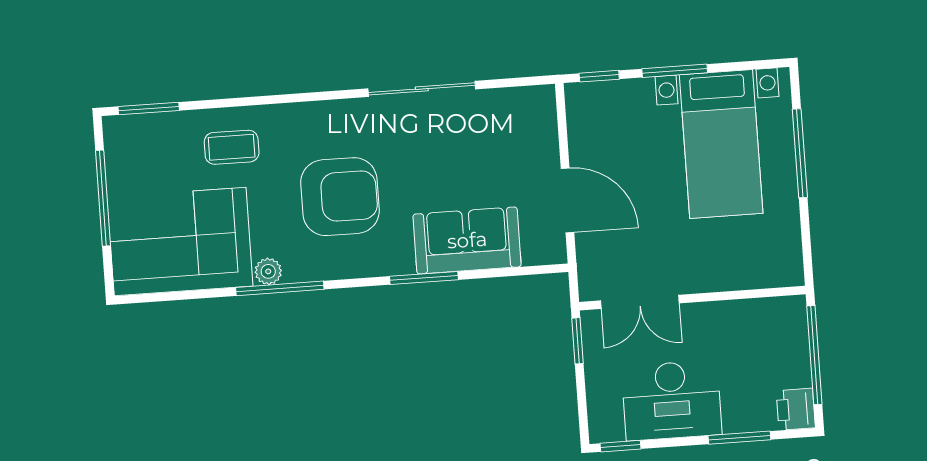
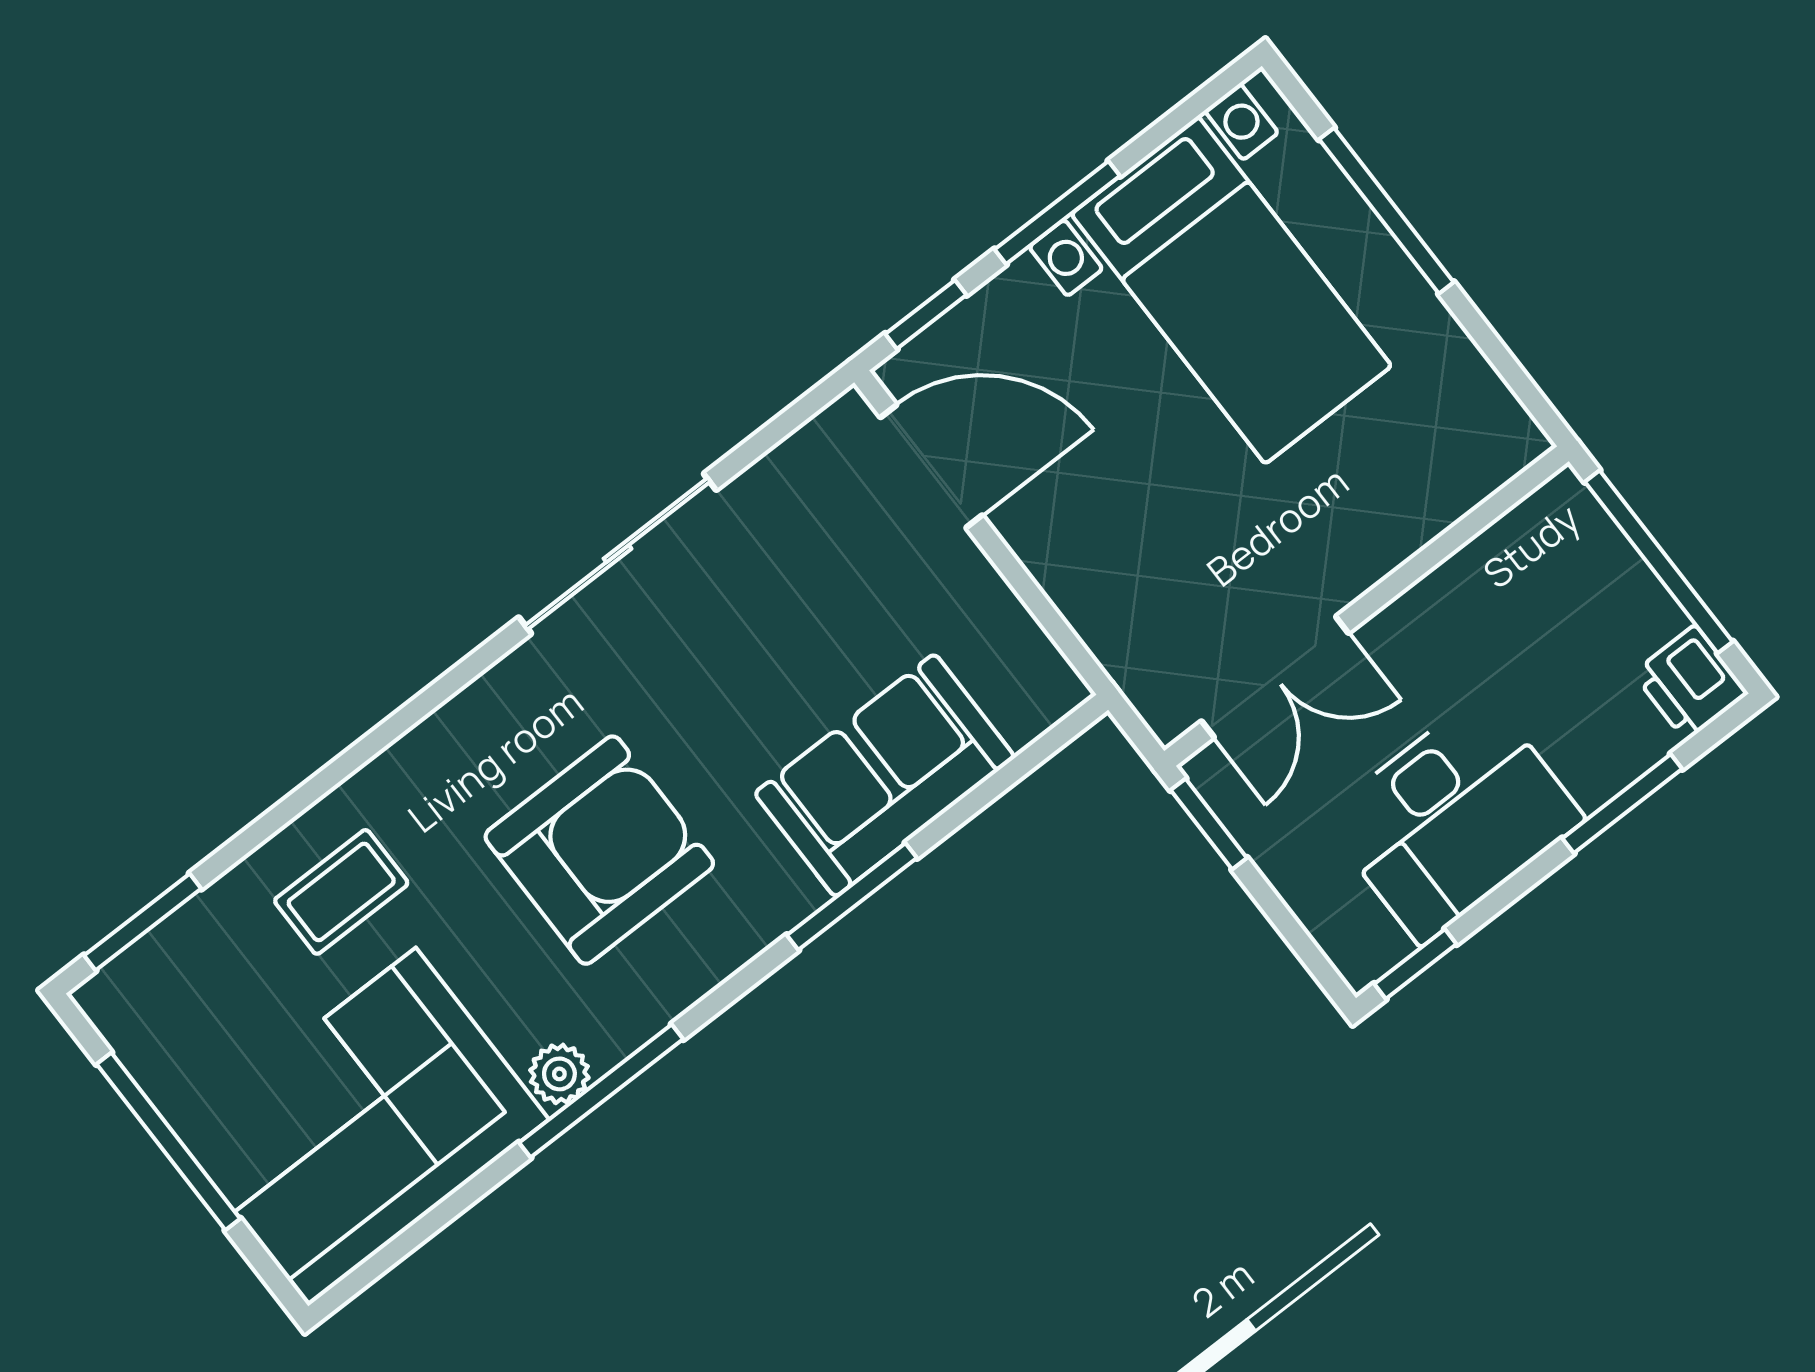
door: (568, 200) -> (931, 466), moved

